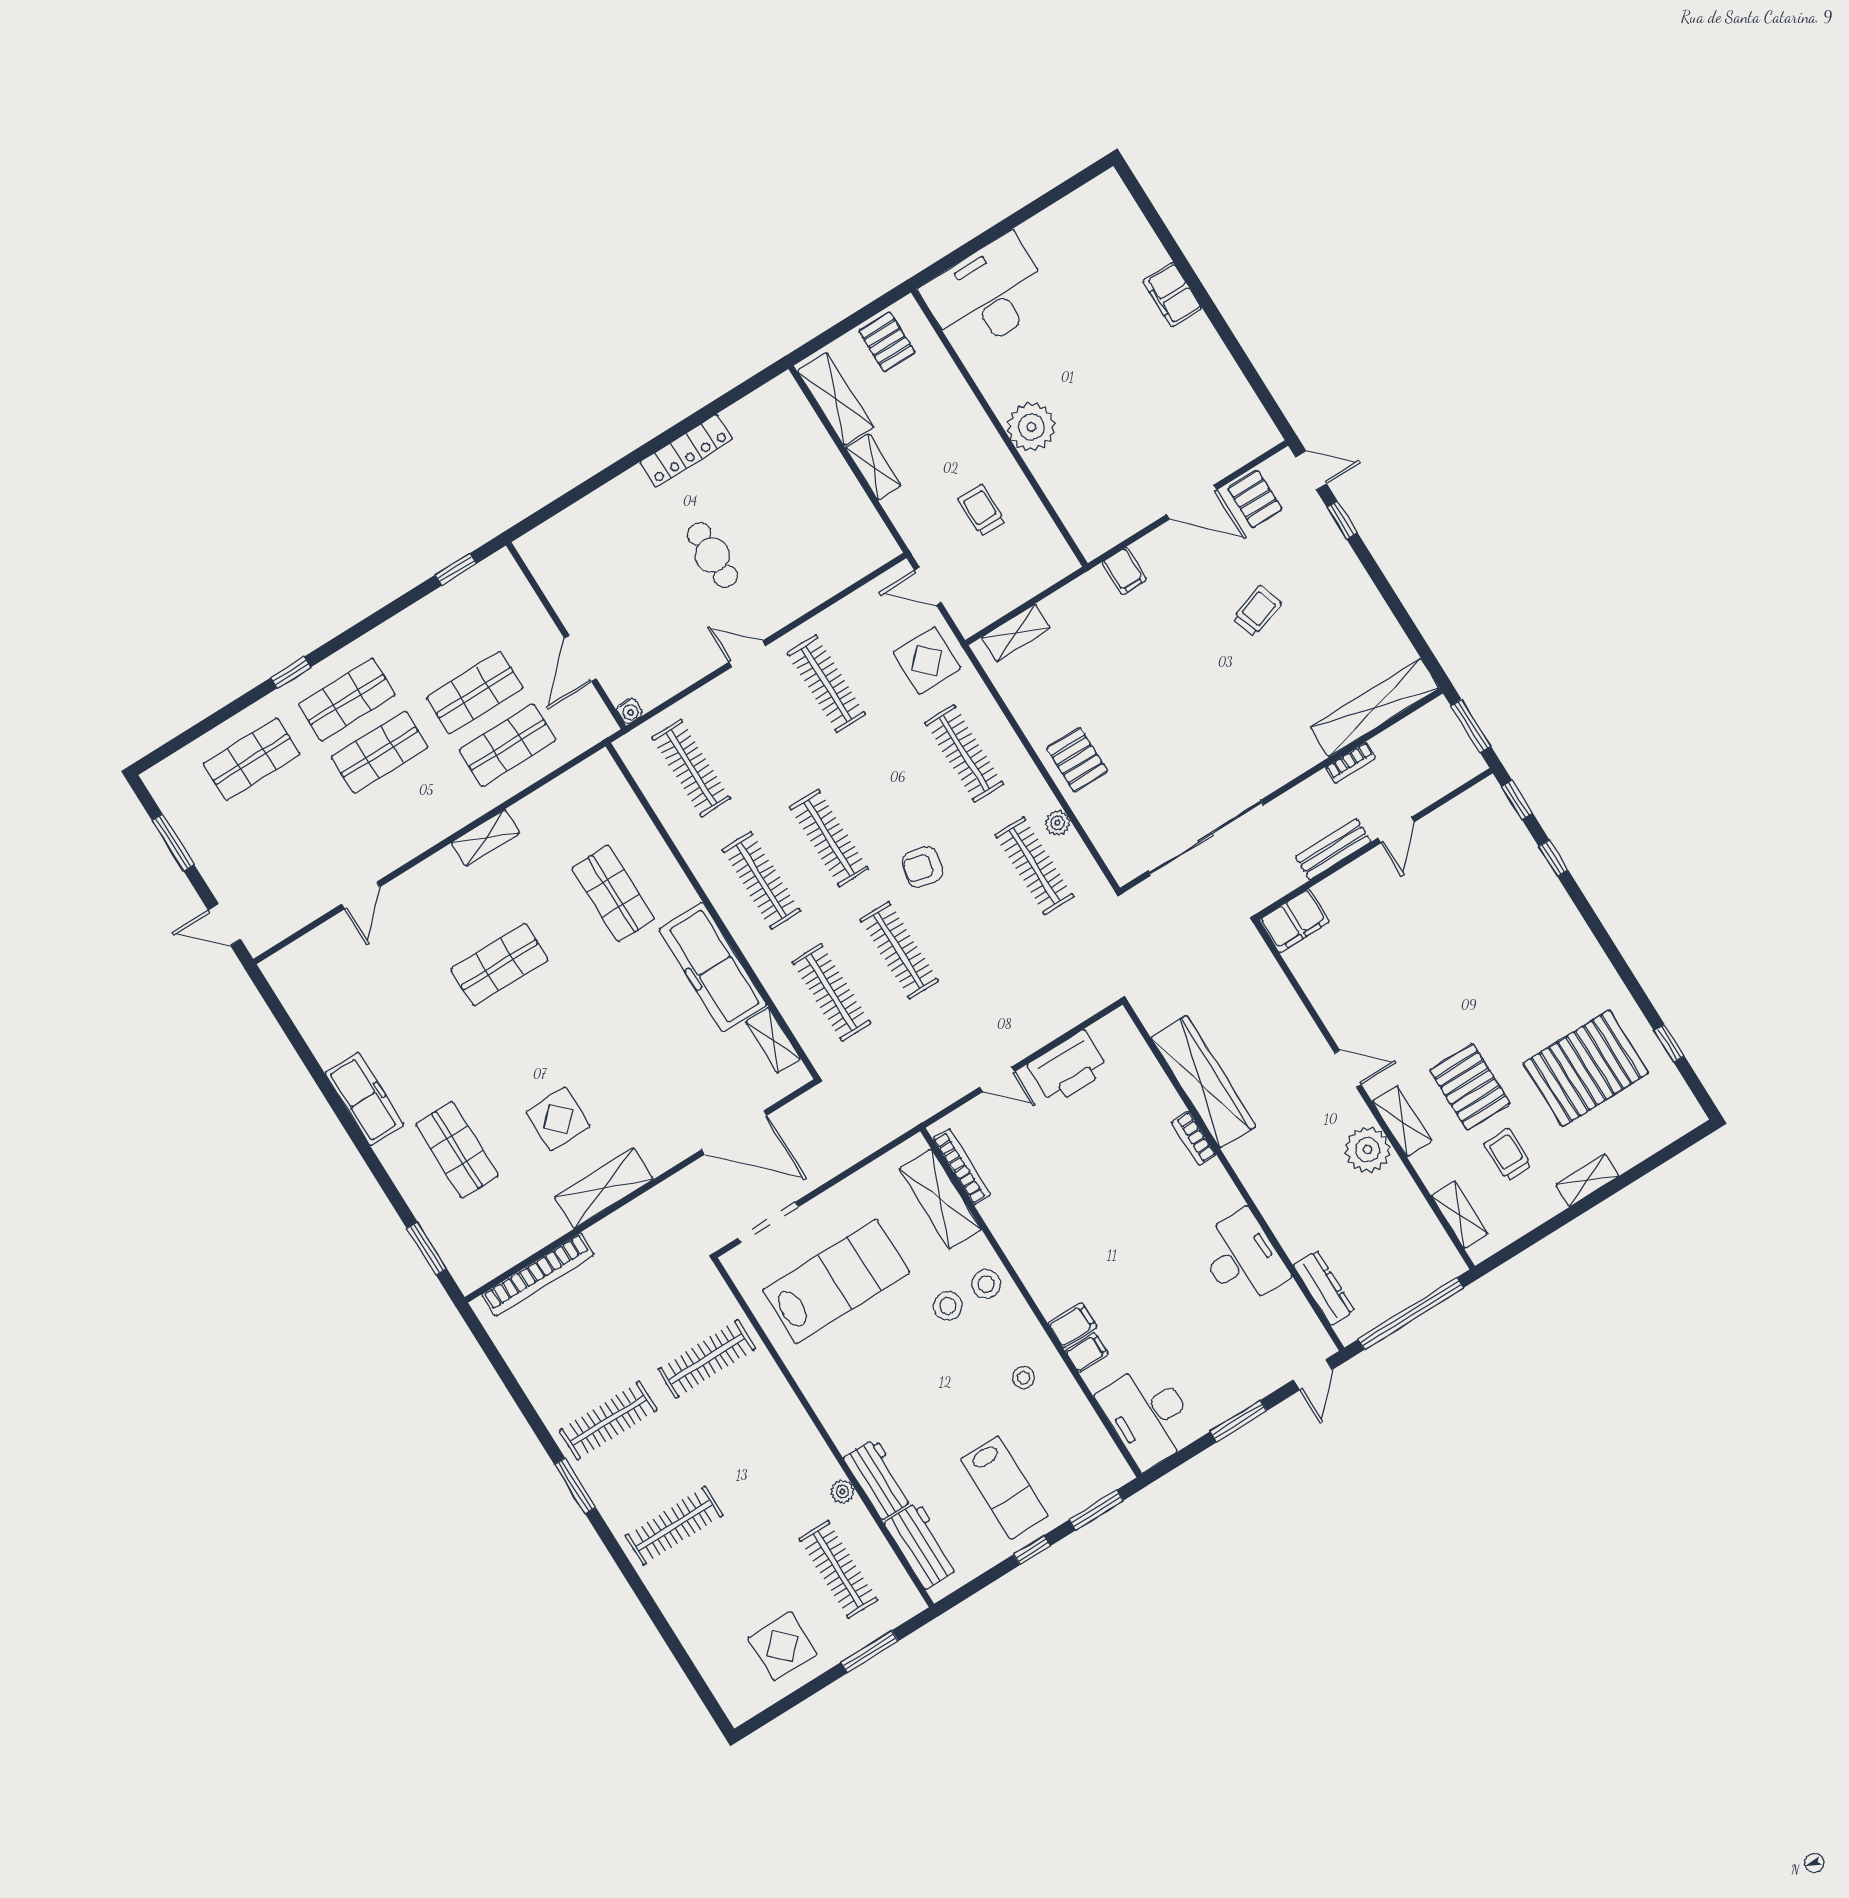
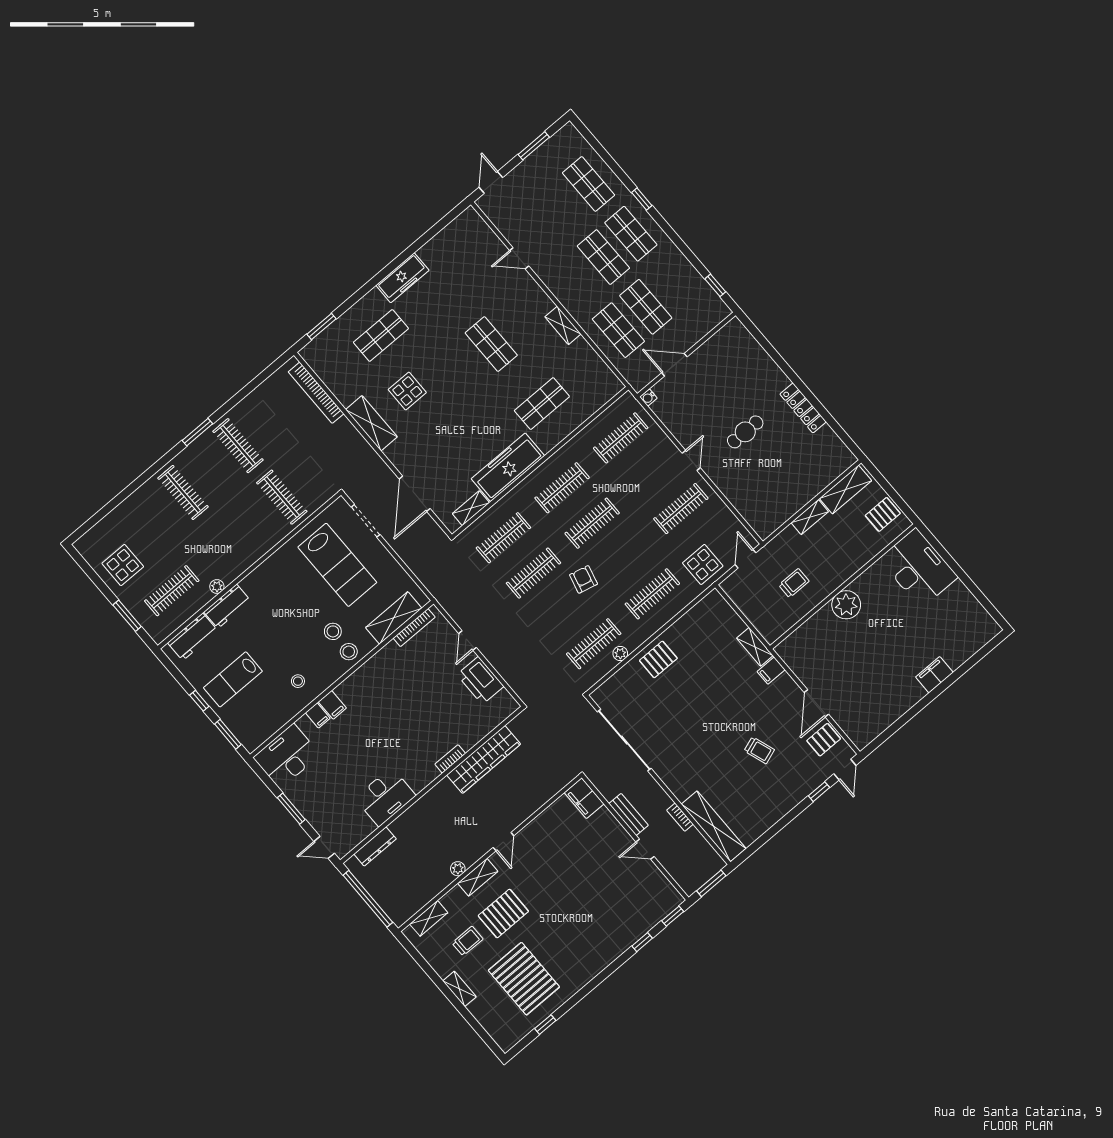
shelving: (1016, 633) -> (755, 647), moved
plant: (1368, 1150) -> (458, 869), width x0.53, depth x0.53

